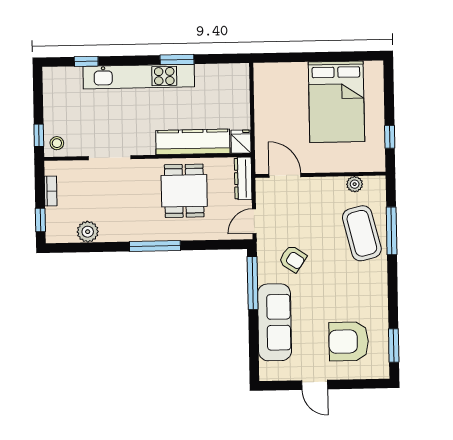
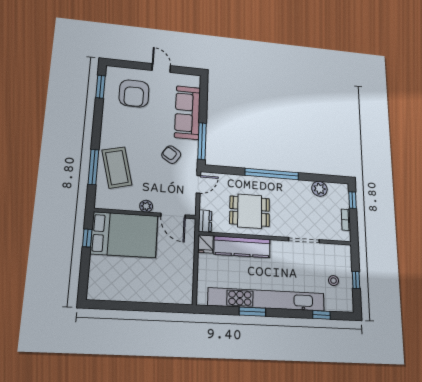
kitchen unit: (139, 77) -> (267, 299), width x1.36
bed: (336, 102) -> (124, 235), moved, turned 90
window: (39, 135) -> (356, 280), moved
stool: (57, 143) -> (333, 281), moved
dresser: (243, 178) -> (205, 221), width x0.70
plant: (355, 184) -> (146, 206), moved
dining table: (184, 191) -> (250, 211), turned 90
window: (155, 246) -> (272, 174), width x1.46
armchair: (349, 341) -> (134, 93), turned 90

